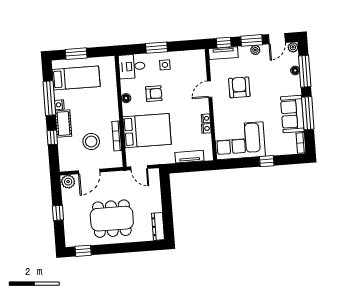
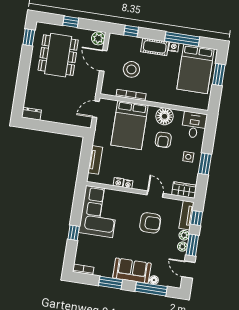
plant: (293, 47) -> (184, 235), moved
window: (156, 48) -> (205, 164), moved
wardrobe: (199, 61) -> (184, 190), added
bed: (76, 78) -> (195, 69), width x1.50
floor lamp: (126, 98) -> (164, 116), width x1.89, depth x1.89
window: (308, 113) -> (110, 283), width x0.69
sofa: (292, 114) -> (132, 271), moved
window: (52, 137) -> (131, 31), moved
dining table: (112, 219) -> (58, 55), moved
dresser: (158, 226) -> (31, 114), width x0.70

